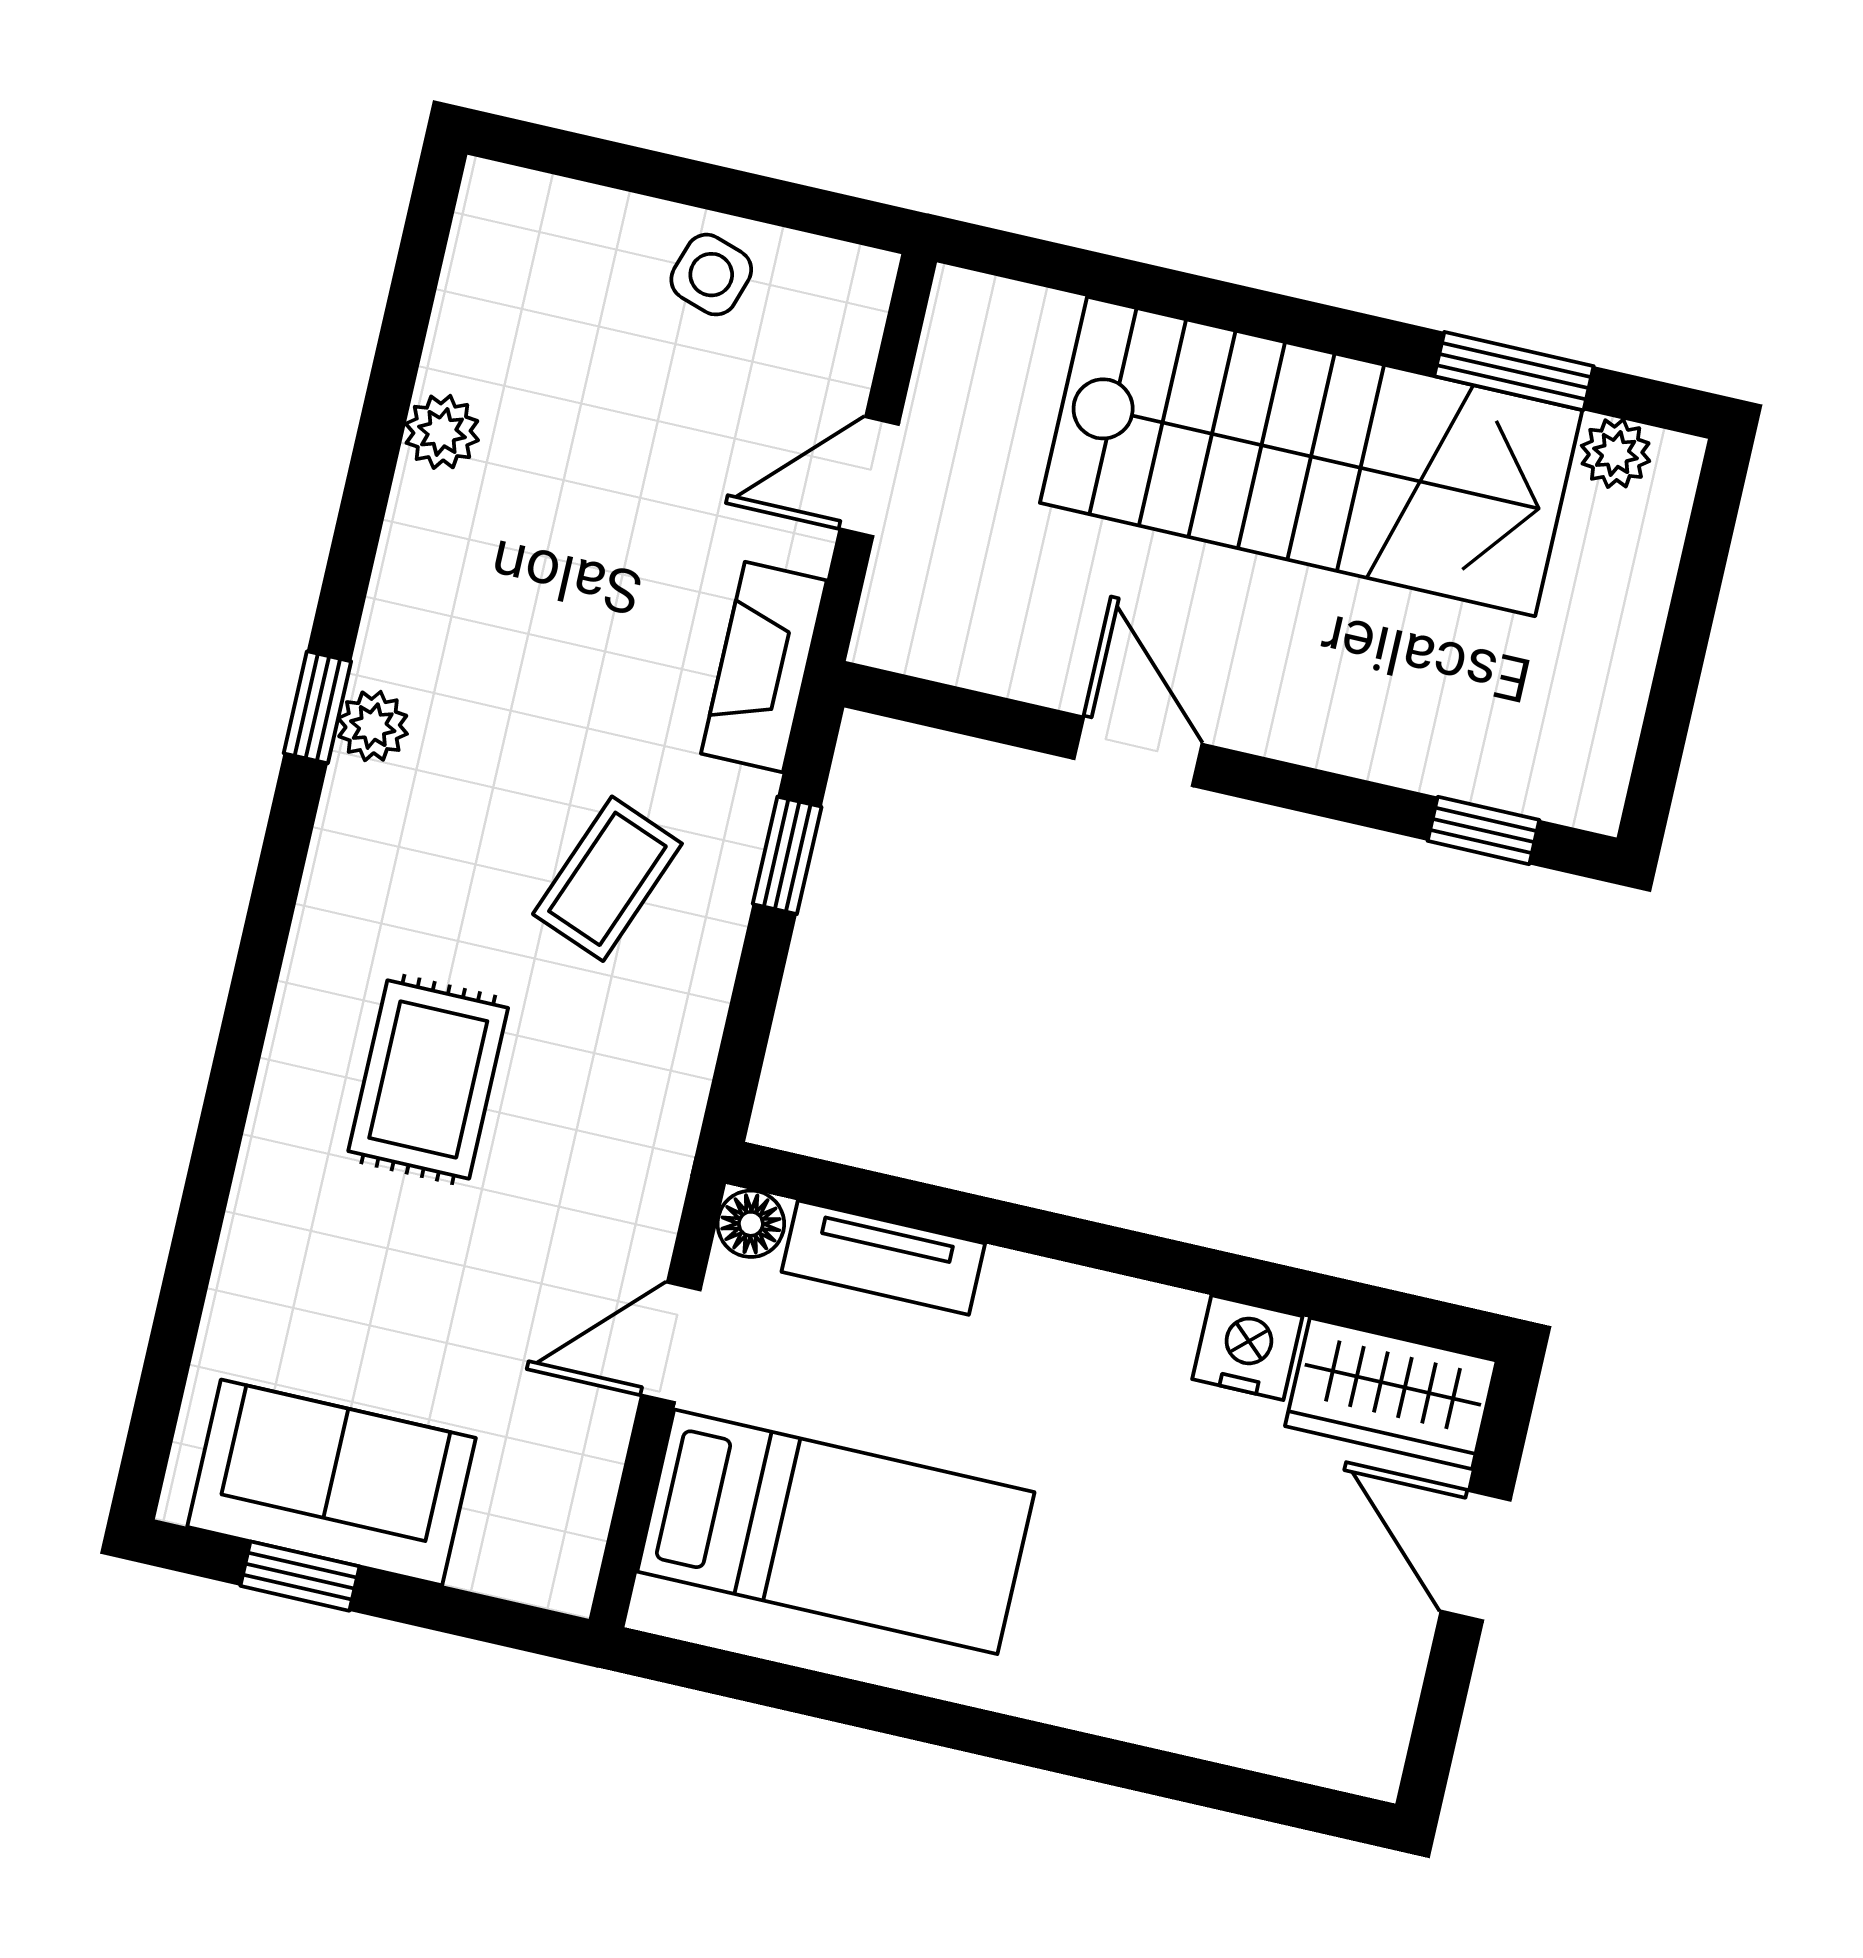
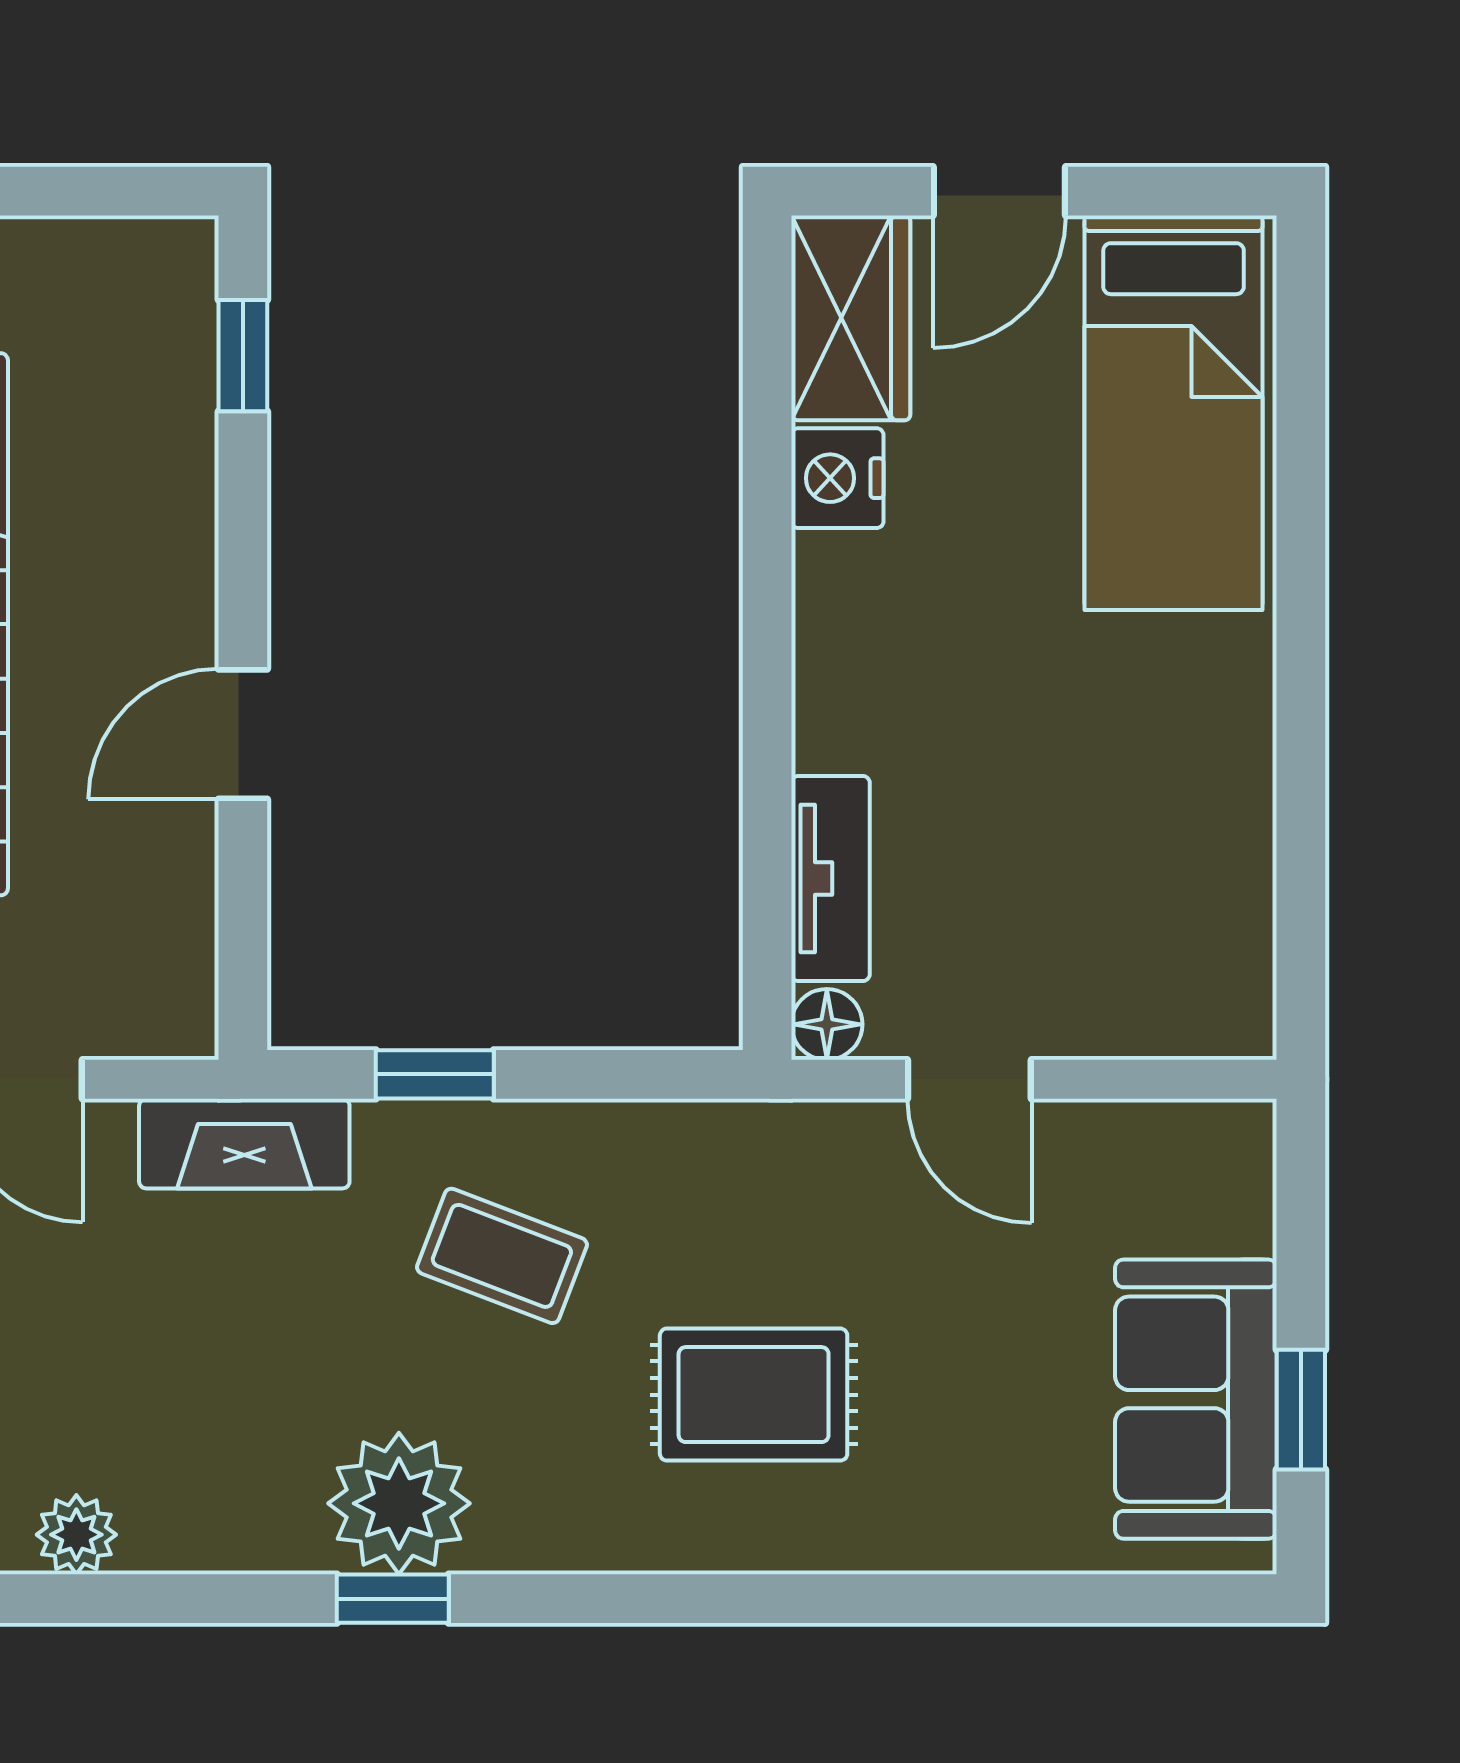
plant: (373, 726) -> (399, 1503), width x1.88, depth x1.88
bed: (836, 1532) -> (1174, 413), moved, turned 180

